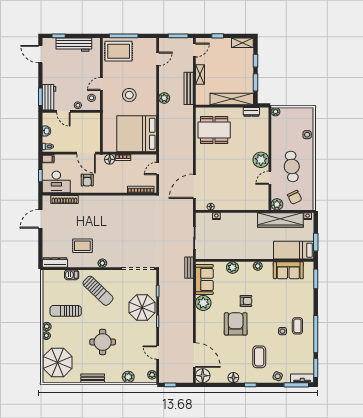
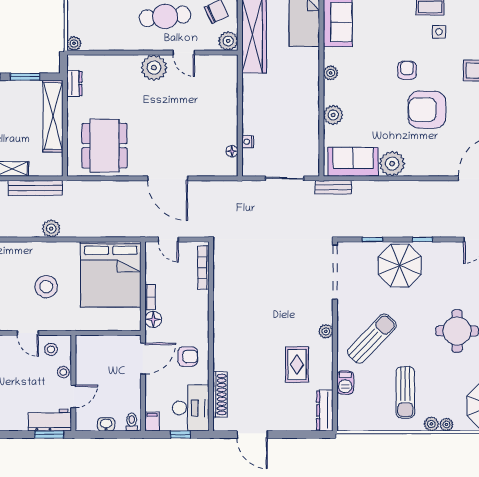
door: (194, 186) -> (168, 178), moved
armchair: (246, 301) -> (407, 70), moved

